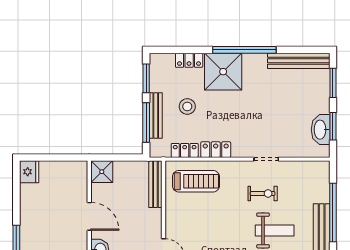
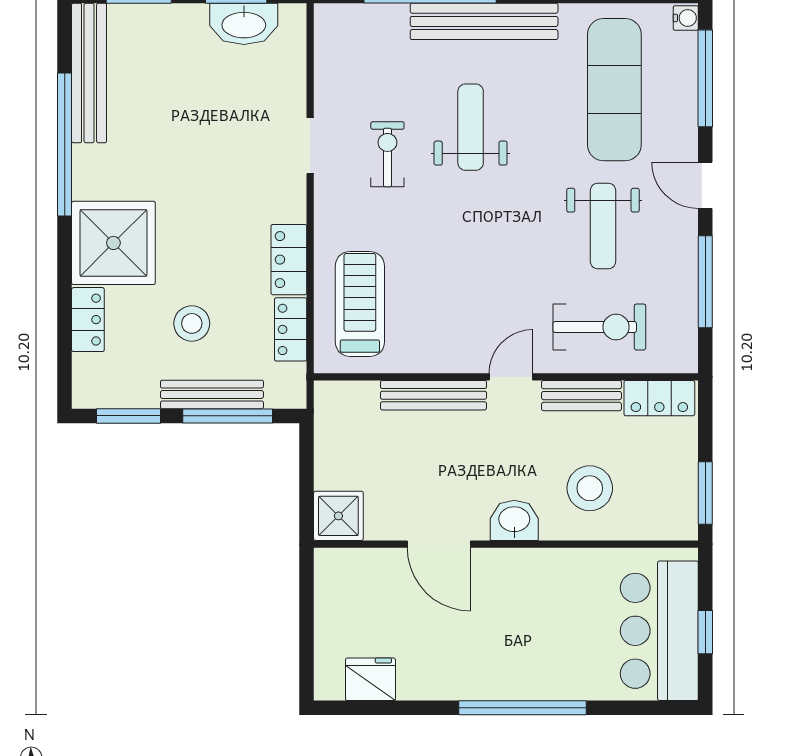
window: (244, 50) -> (65, 144), moved
fridge: (29, 172) -> (370, 679), moved
bench: (155, 184) -> (433, 395), moved
door: (89, 216) -> (439, 544), swing flipped

